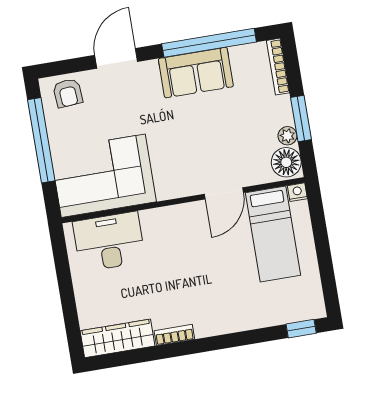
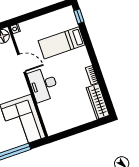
bed: (273, 234) -> (62, 43), moved, turned 180
desk: (109, 242) -> (43, 85), moved

